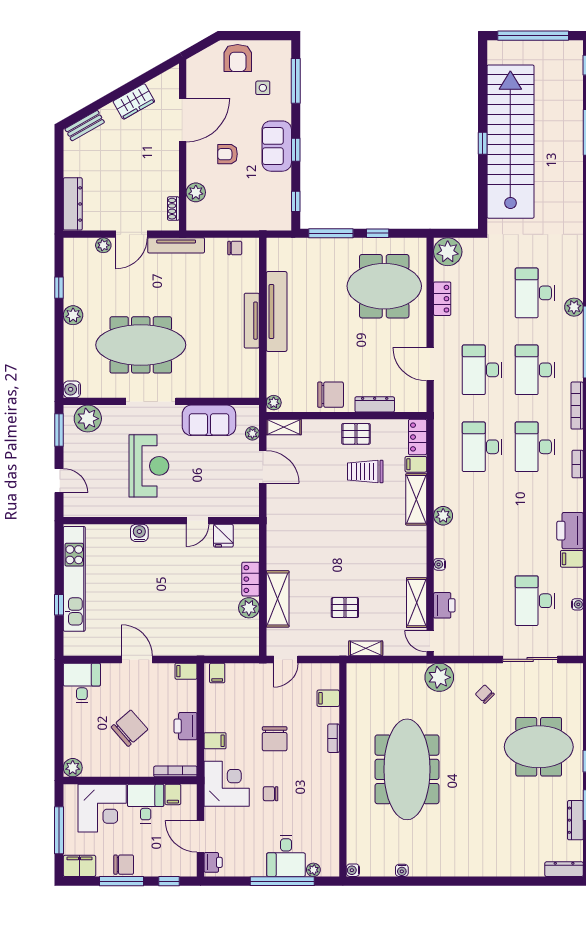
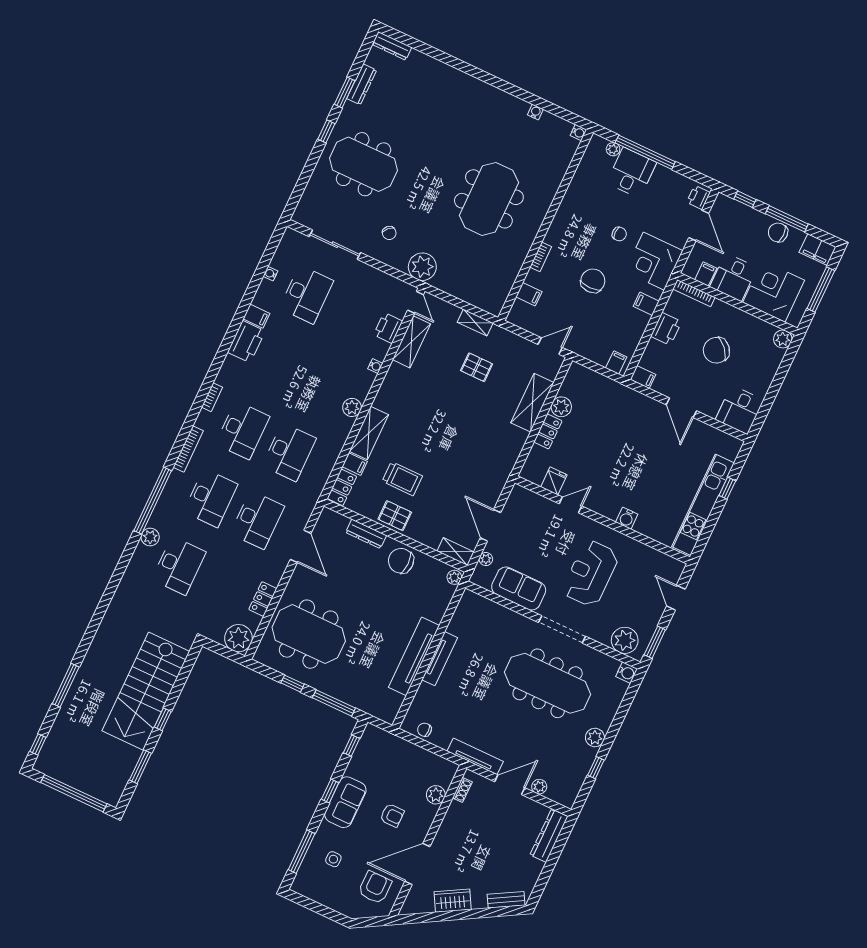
armchair: (238, 58) -> (375, 887), moved
window: (483, 89) -> (140, 767), added
stairs: (510, 142) -> (146, 691), width x0.73
meeting table: (407, 769) -> (489, 199), width x0.73

